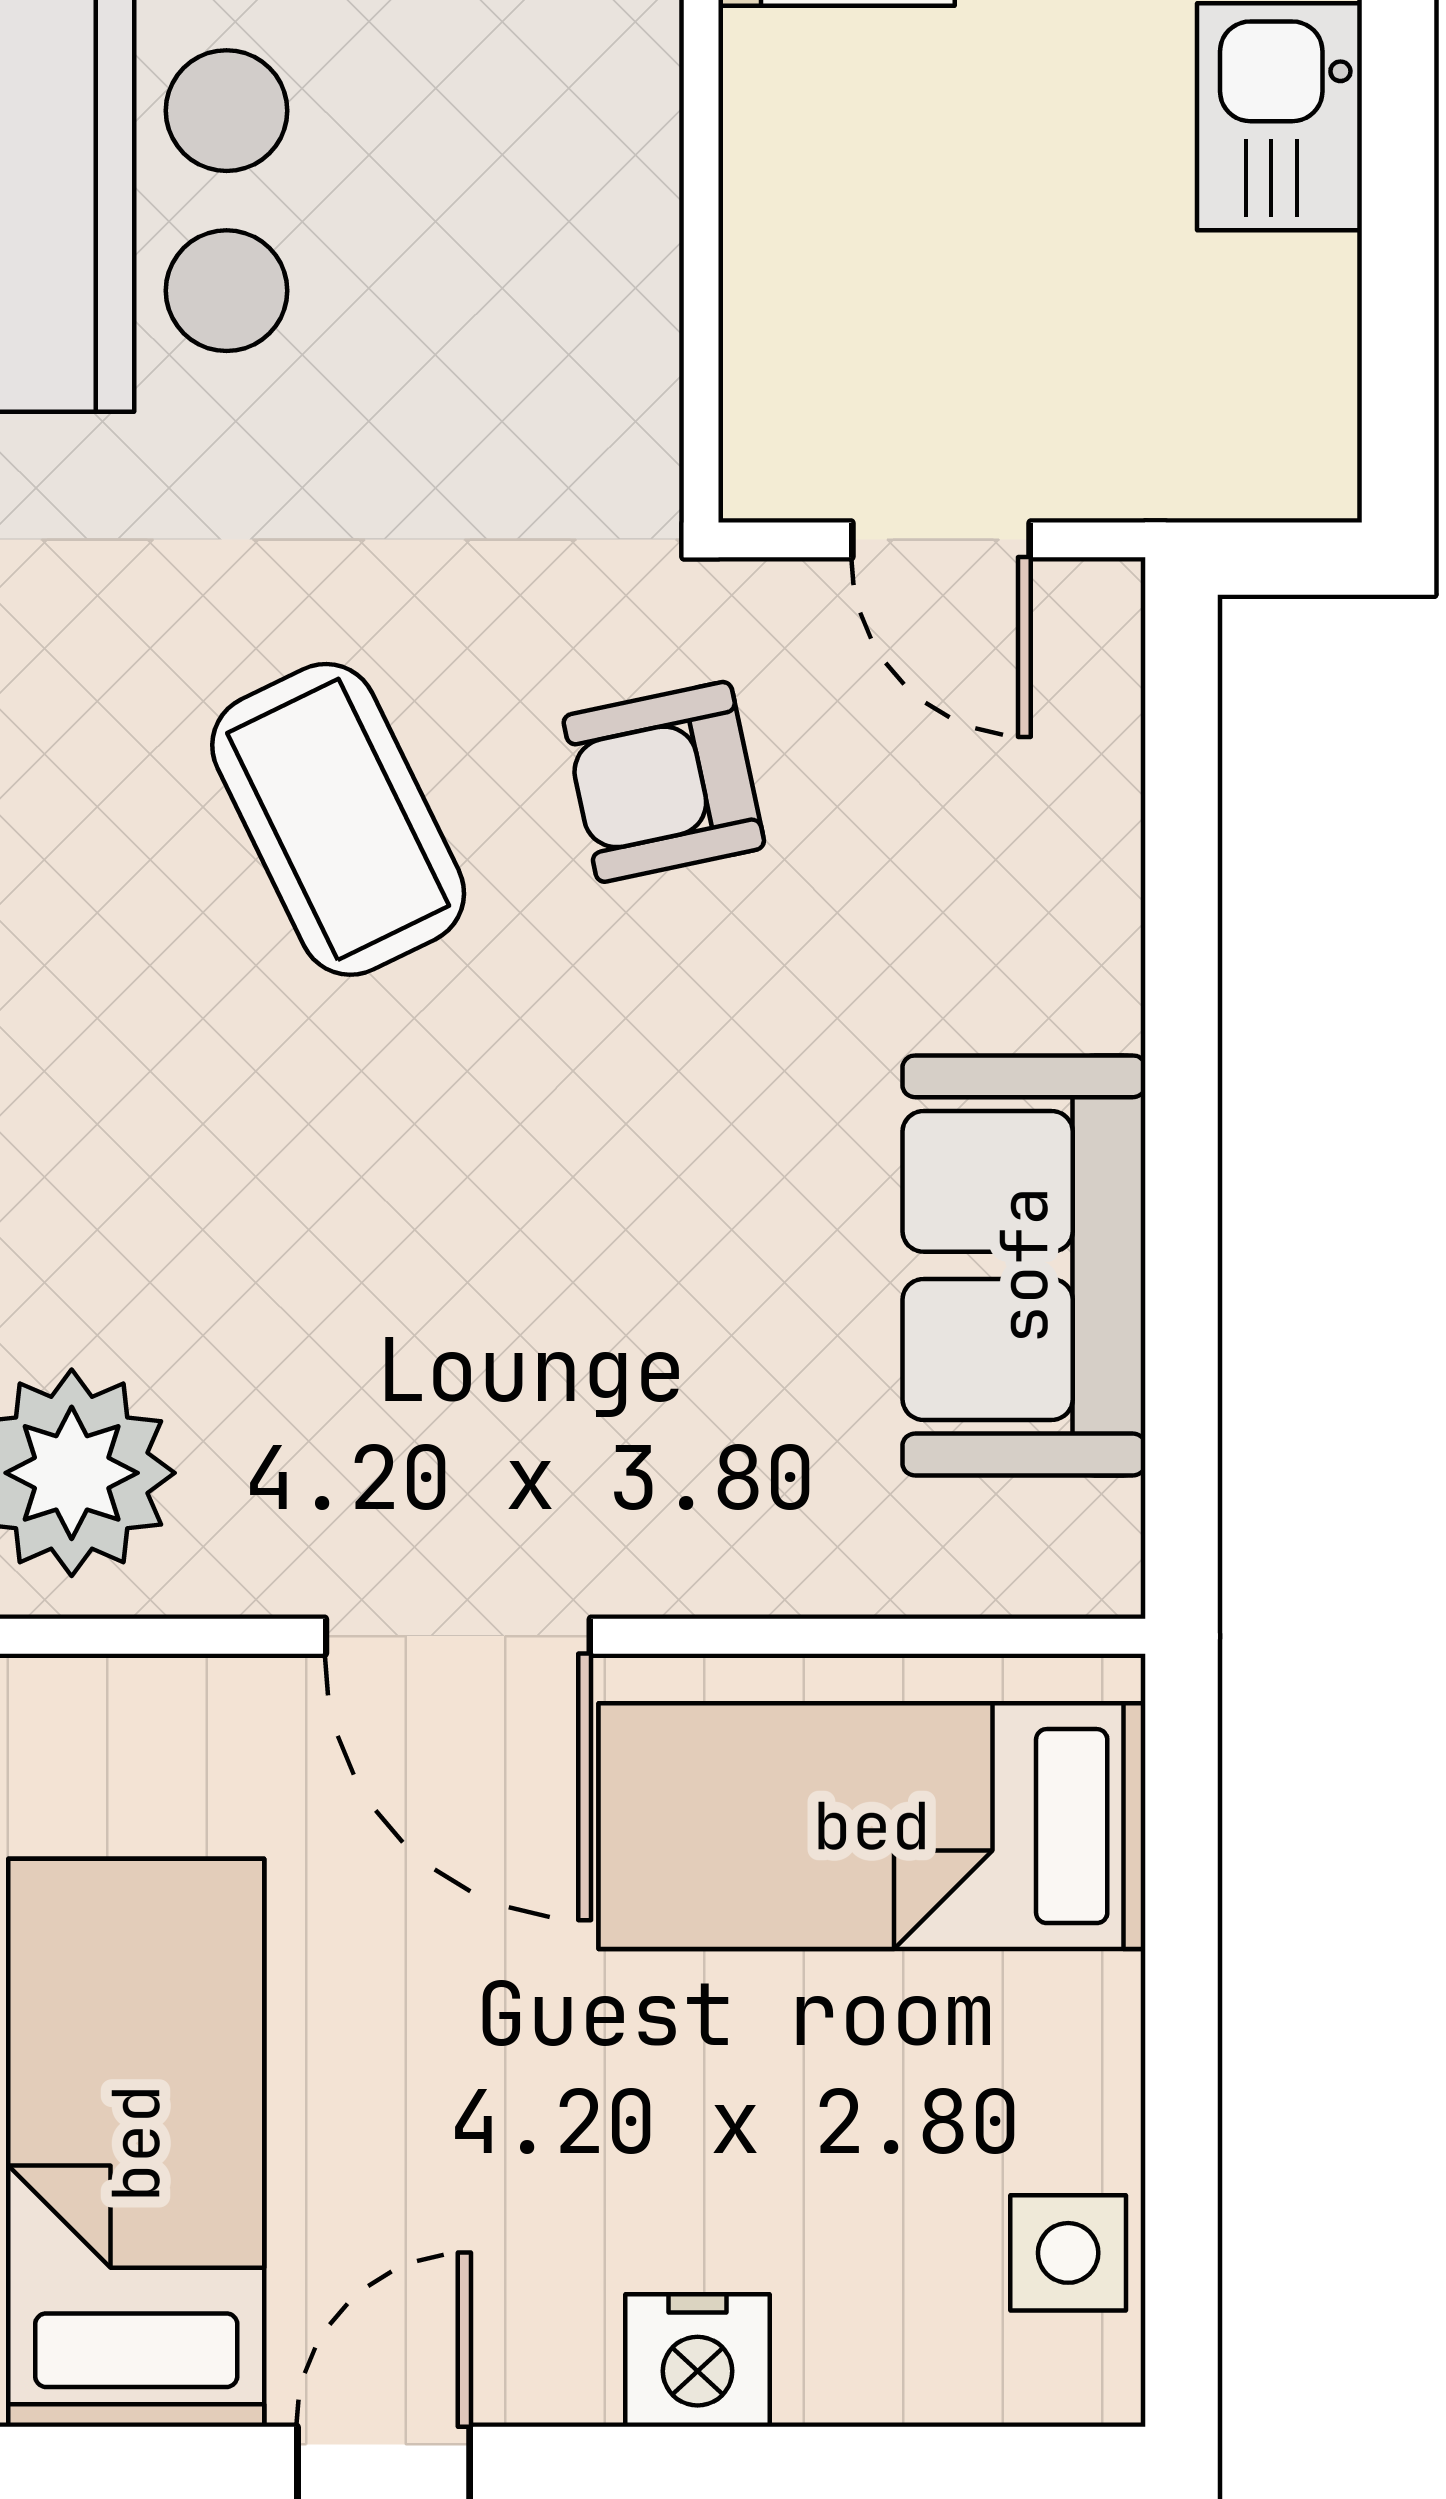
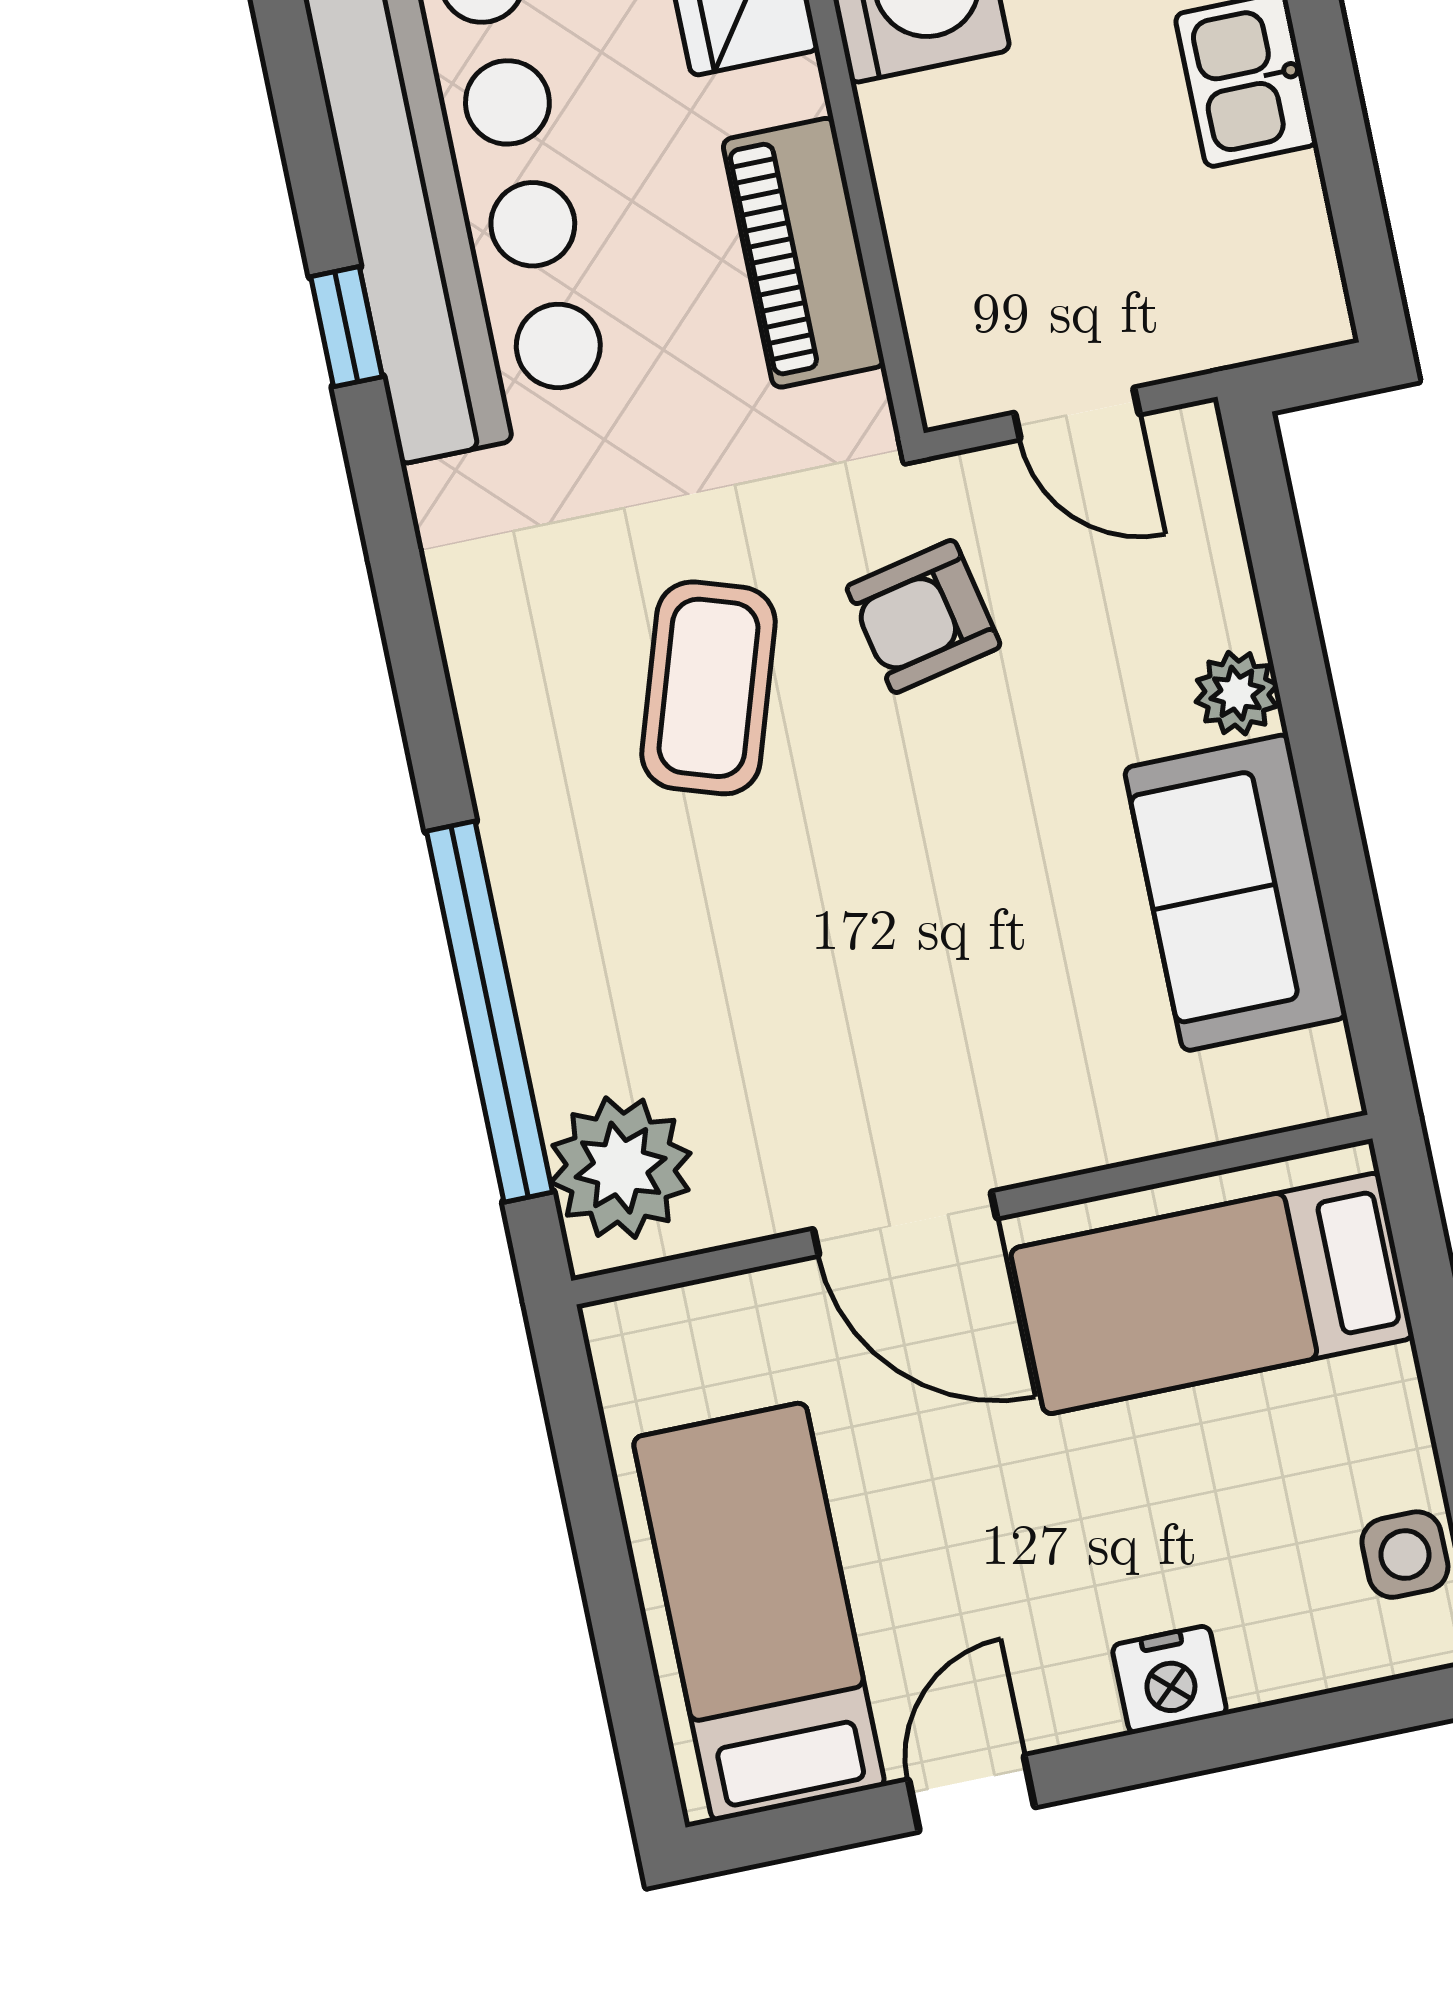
piano: (601, 231) -> (804, 253), added
coffee table: (338, 819) -> (709, 688), turned 44
plant: (1085, 983) -> (1237, 693), added

